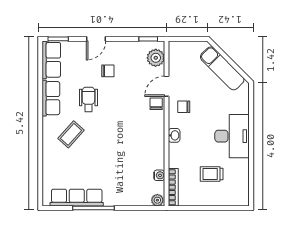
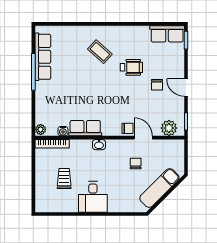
door: (96, 39) -> (186, 88), moved
row of seats: (51, 98) -> (85, 128), moved, turned 180
chair: (184, 107) -> (136, 163), moved
desk: (232, 136) -> (93, 197), width x0.73

